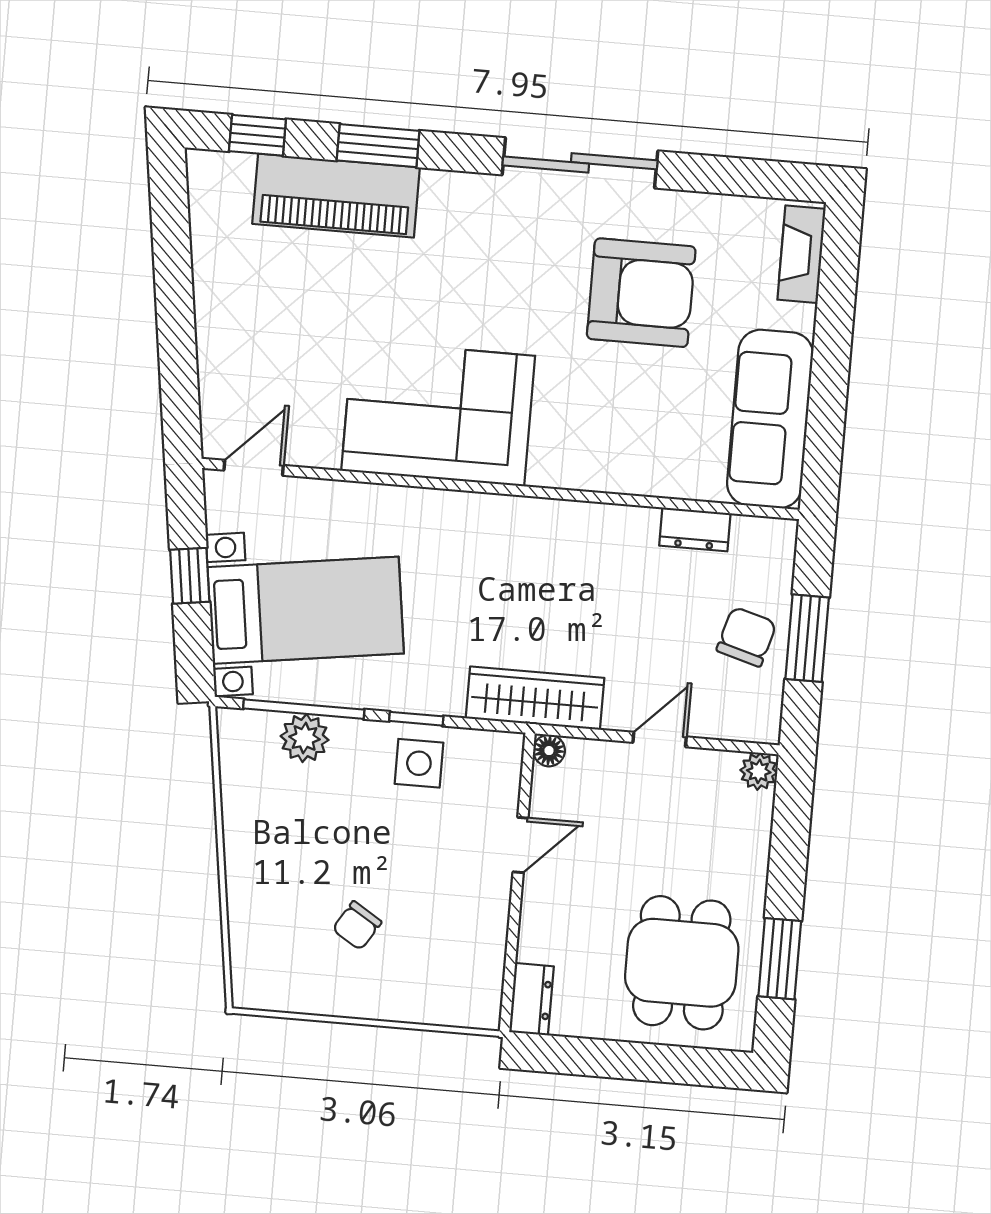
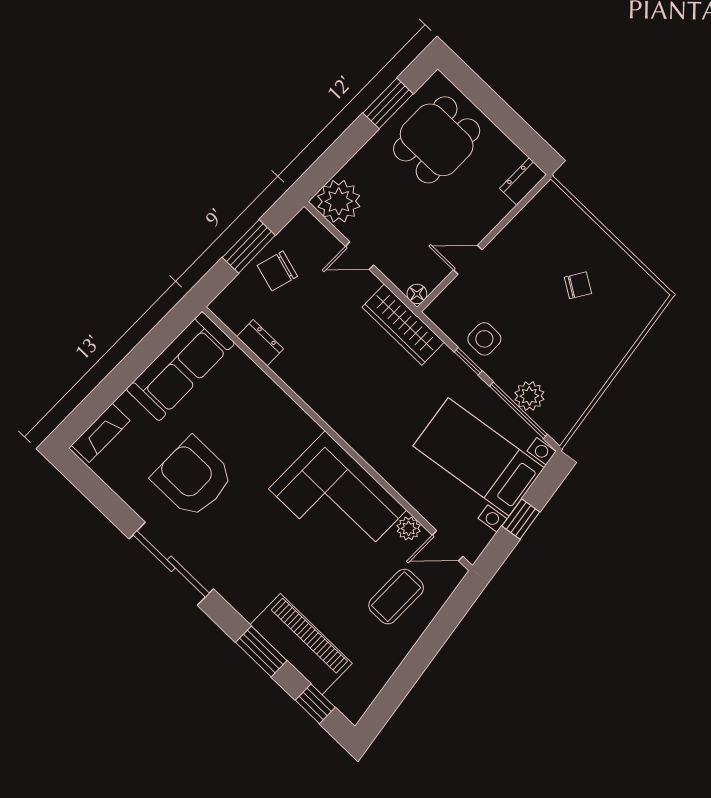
coffee table: (266, 352) -> (396, 597), added
plant: (320, 449) -> (409, 528), added
plant: (759, 771) -> (339, 201), width x1.88, depth x1.88

